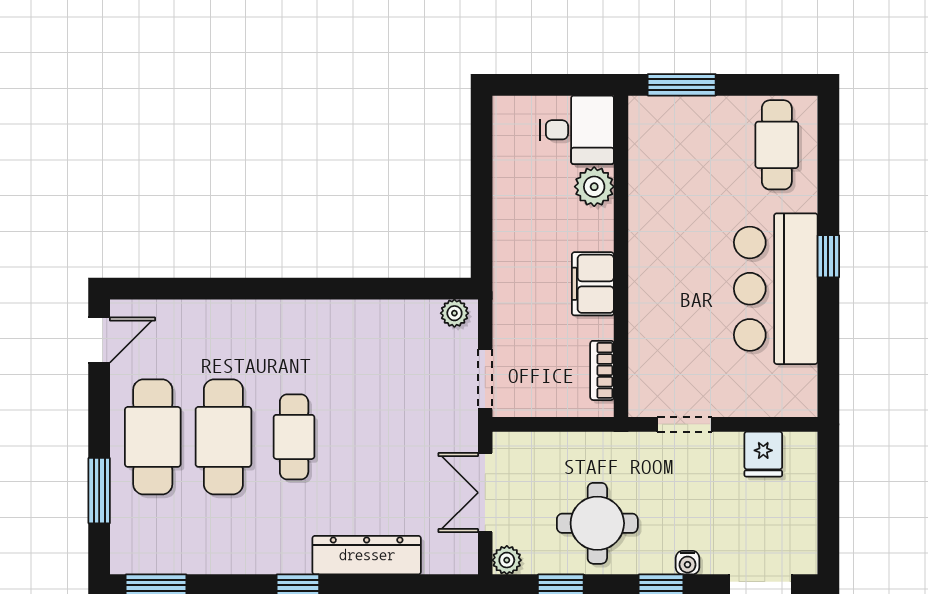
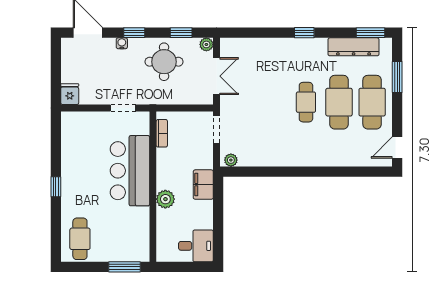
desk: (577, 130) -> (196, 246), moved, turned 180
plant: (594, 187) -> (165, 199), moved
filing cabinet: (593, 284) -> (203, 185), moved, turned 180
bar counter: (776, 289) -> (130, 171), moved, turned 180
fridge: (763, 454) -> (70, 94), moved
dresser: (367, 555) -> (354, 47), moved

